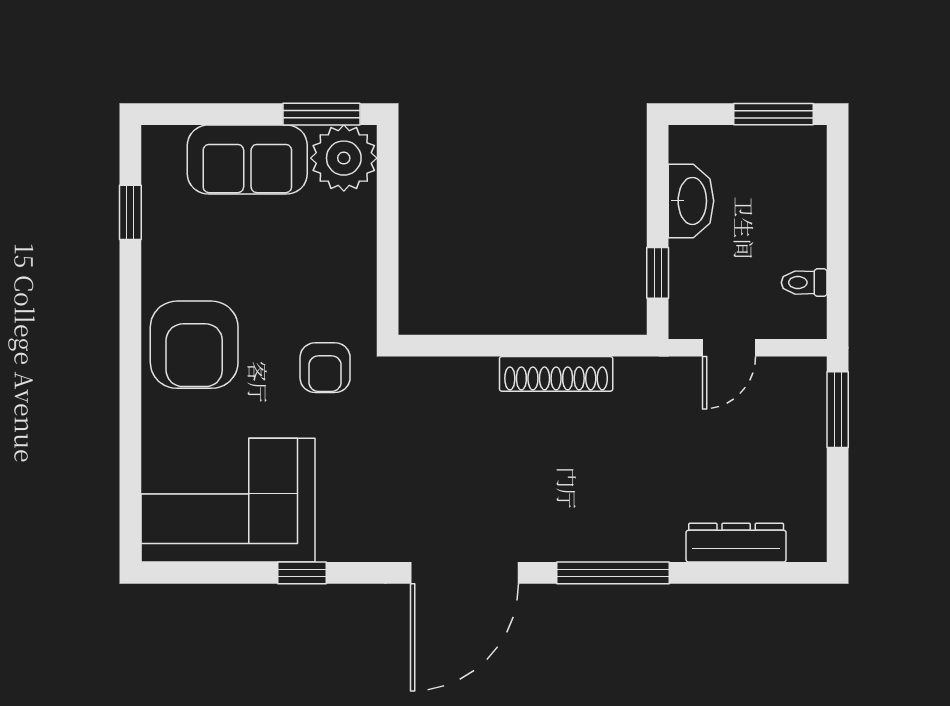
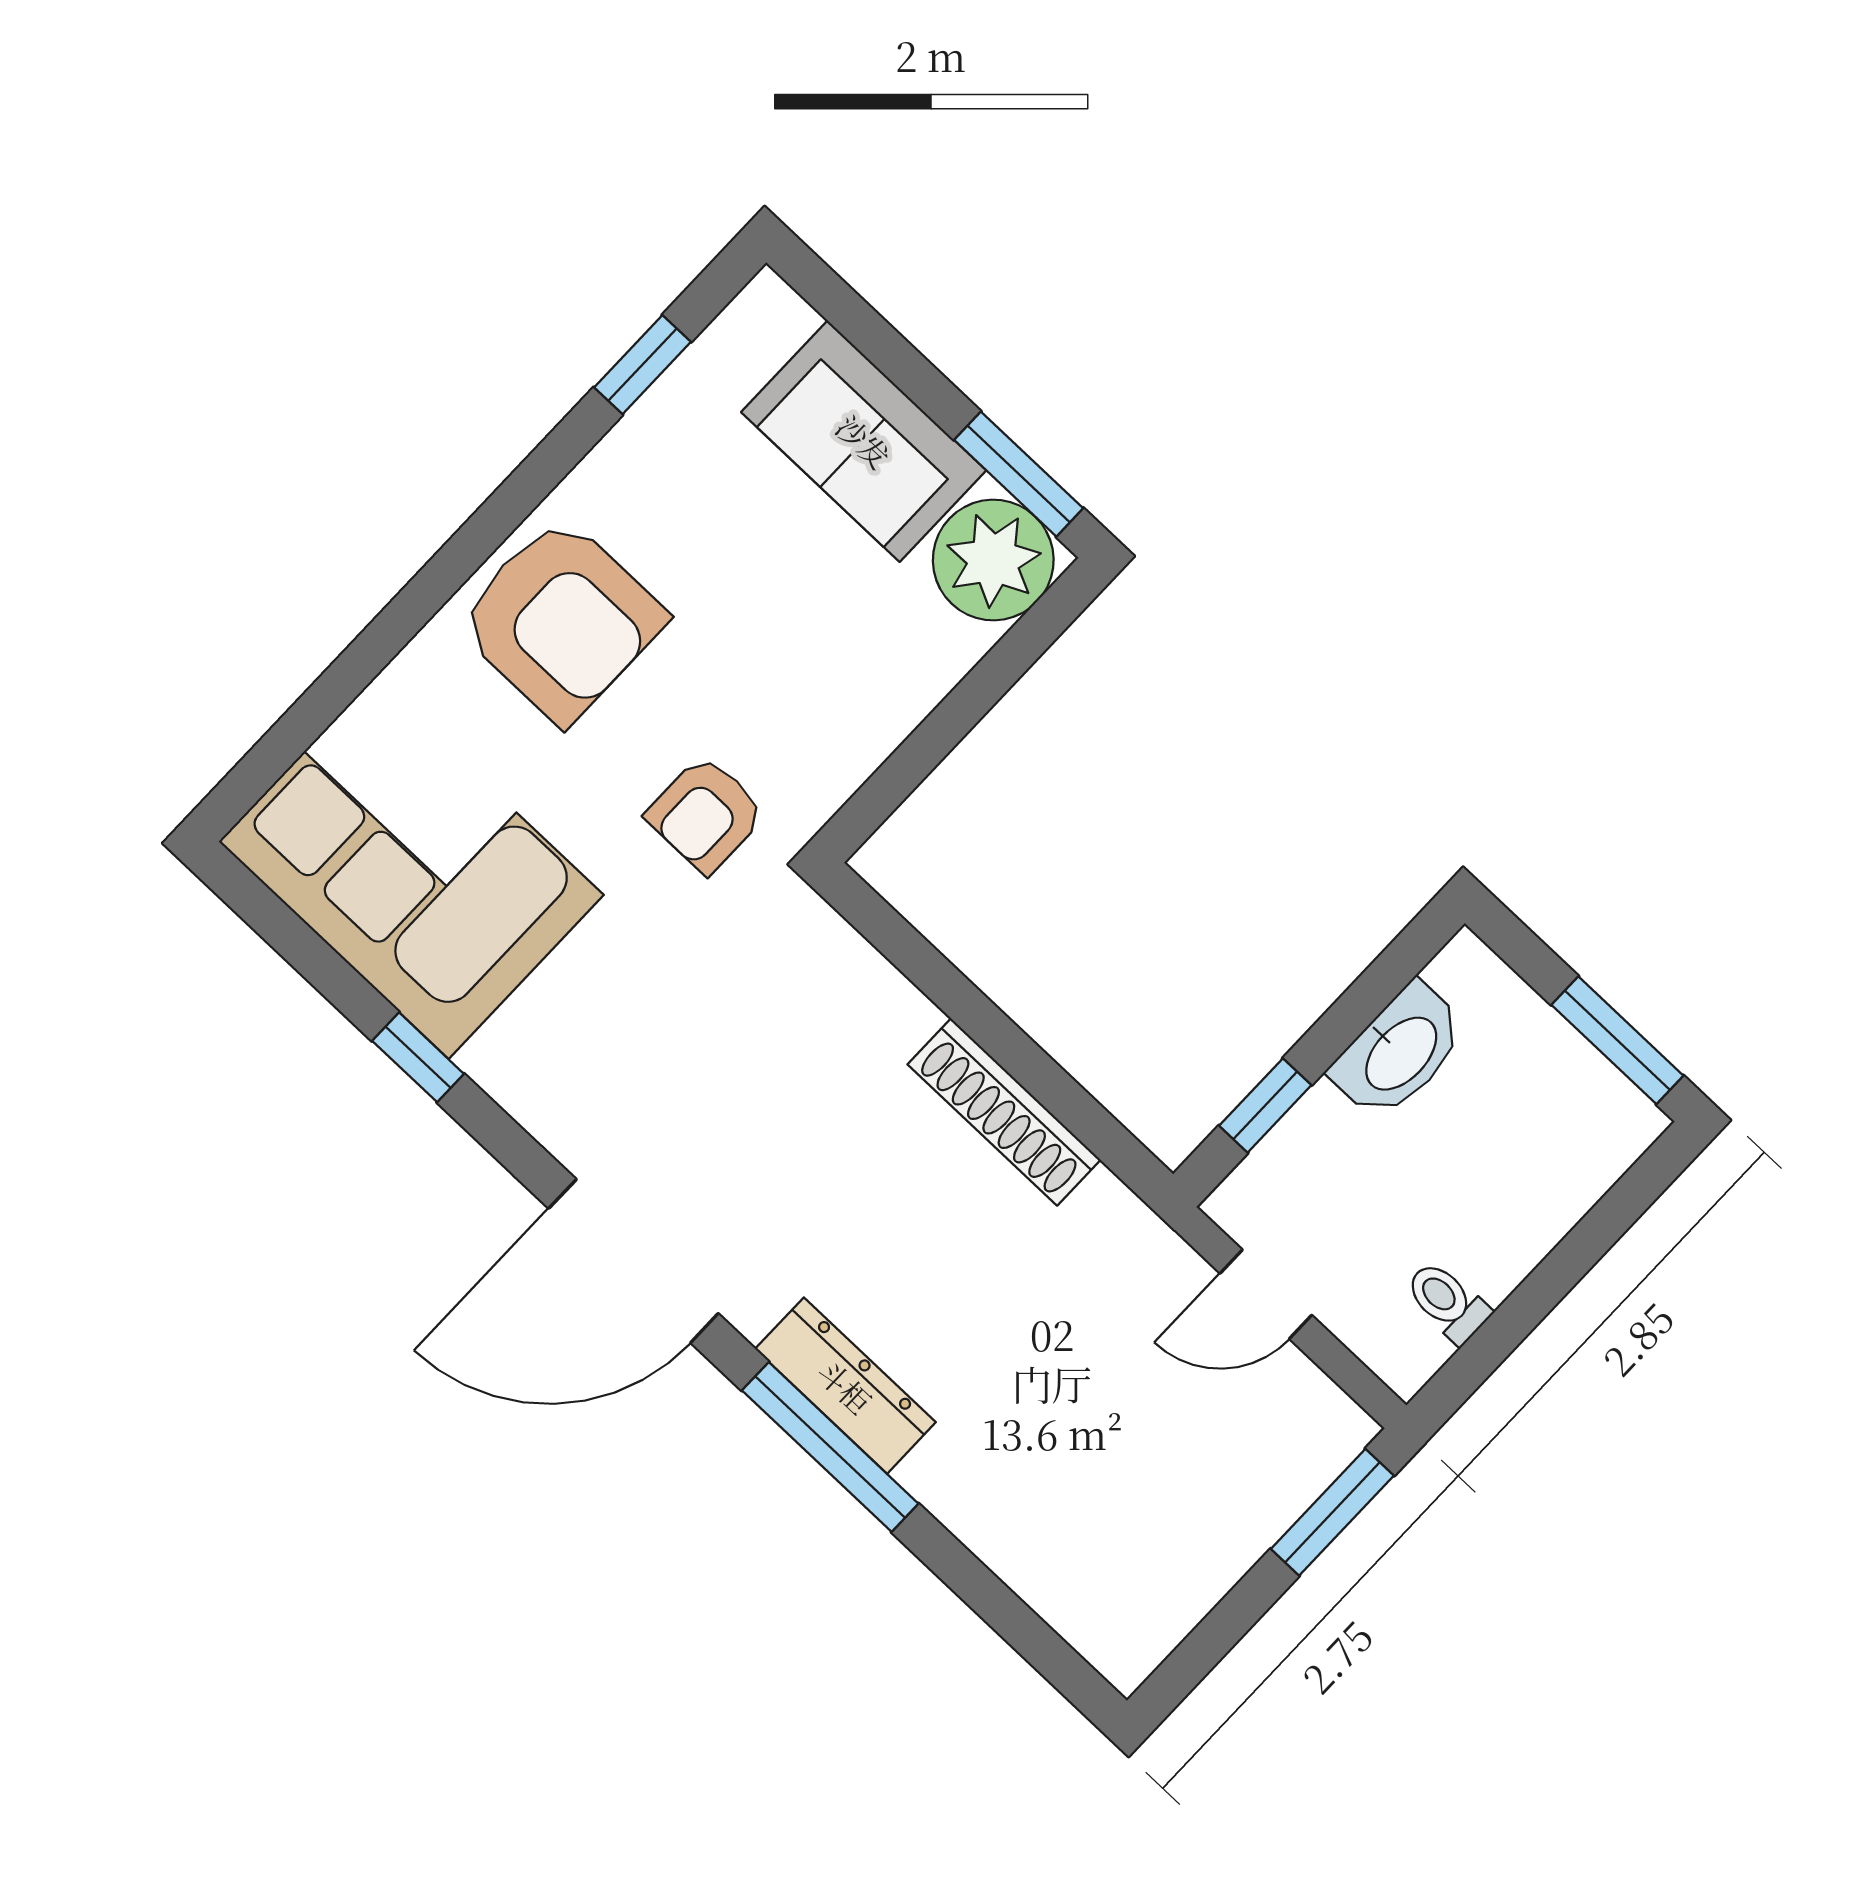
armchair: (194, 345) -> (561, 620), turned -90
dresser: (736, 543) -> (845, 1386), moved

